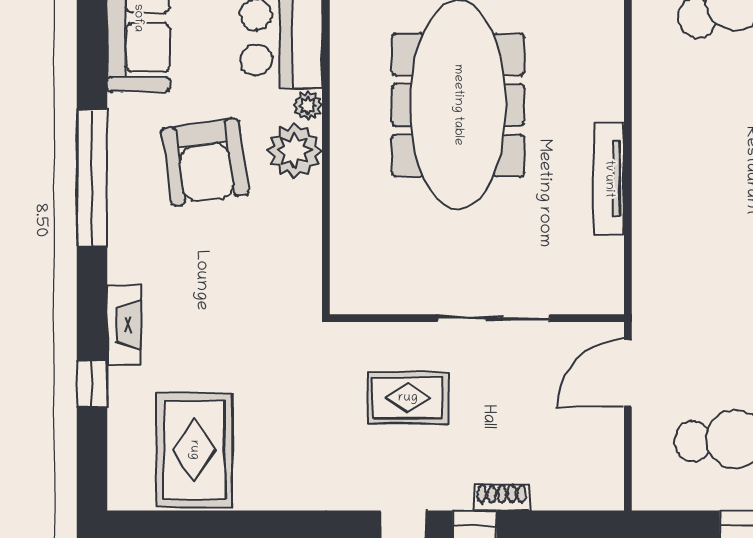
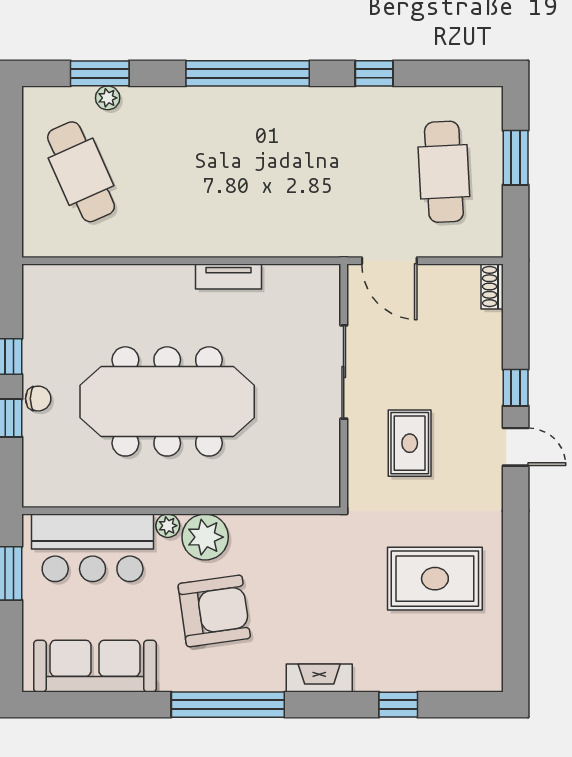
tv unit: (609, 179) -> (229, 276), width x0.71
fireplace: (124, 325) -> (319, 678), moved
rug: (194, 450) -> (435, 579), moved
shoe rack: (502, 497) -> (492, 287), moved

